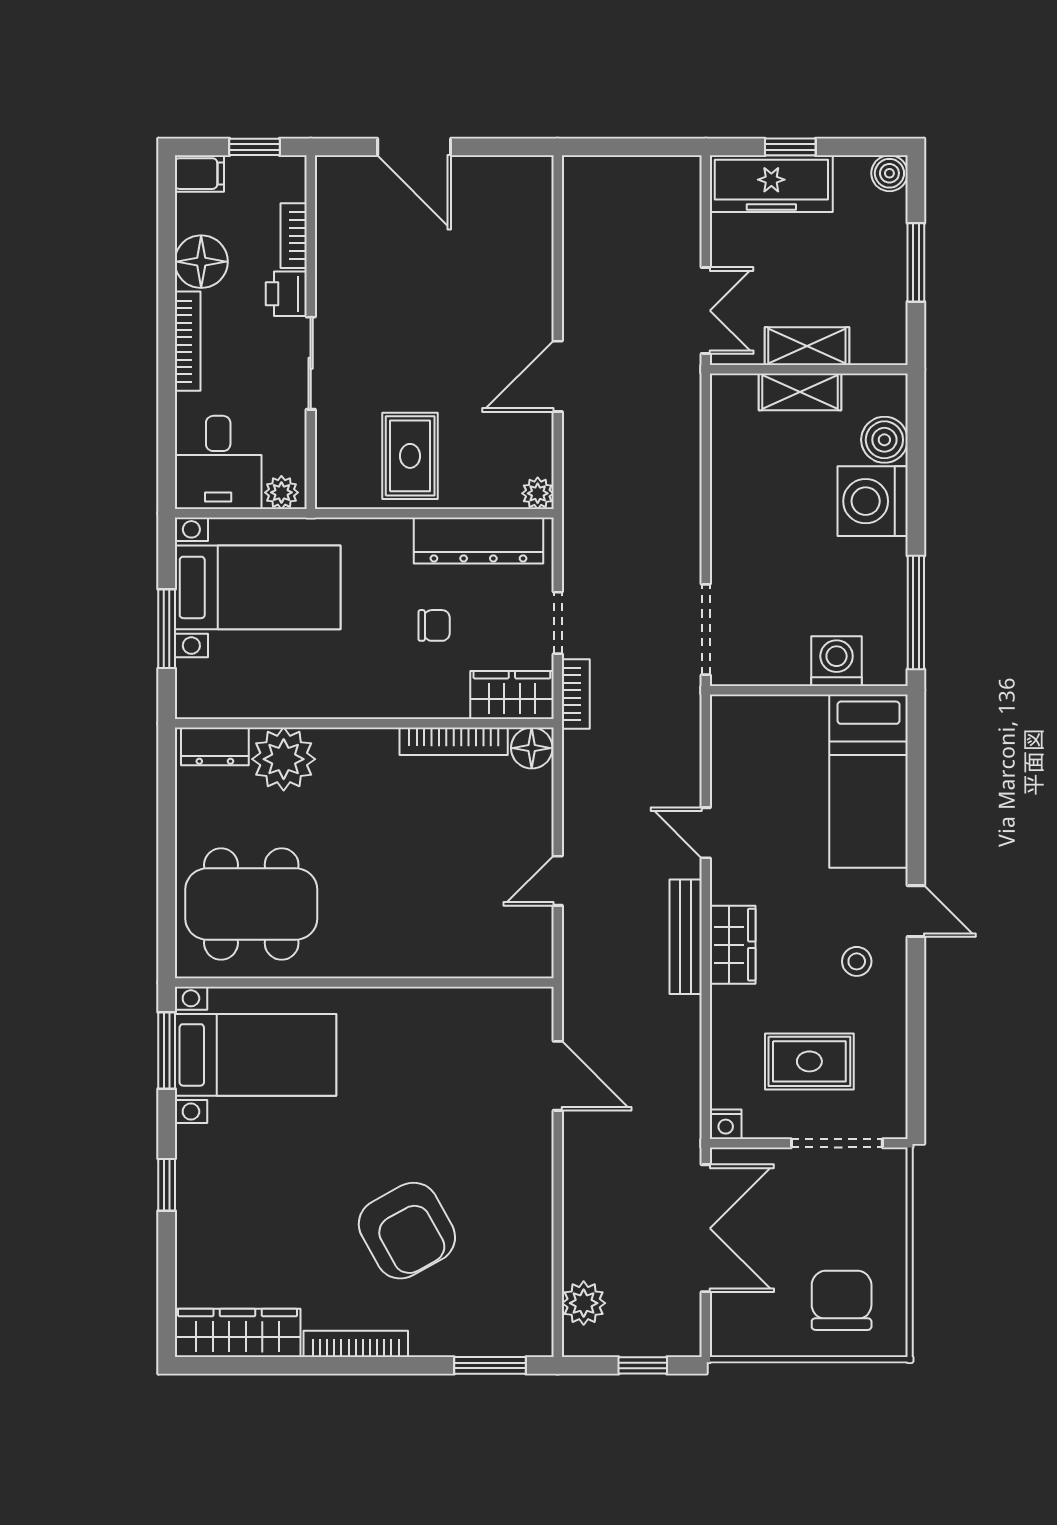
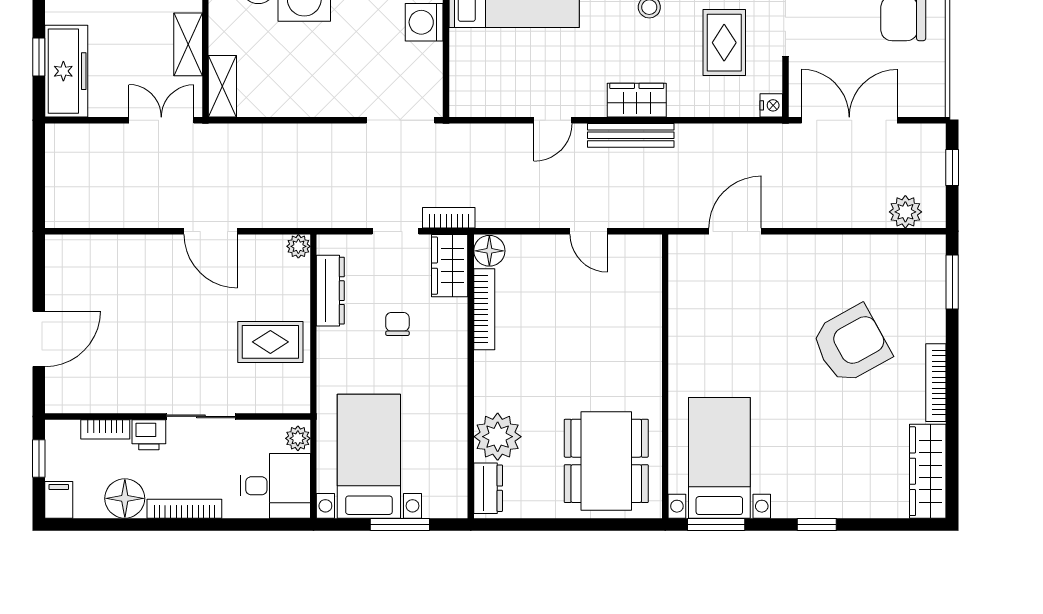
shelving: (800, 392) -> (222, 86), moved
dresser: (478, 540) -> (330, 291), width x0.73, depth x0.80

